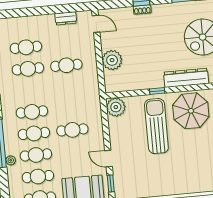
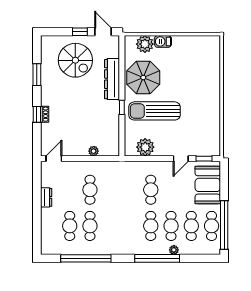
dresser: (66, 18) -> (46, 197), moved
plant: (112, 60) -> (94, 151), width x0.53, depth x0.53
plant: (116, 107) -> (145, 147), moved
cafe table: (32, 112) -> (130, 226), removed

